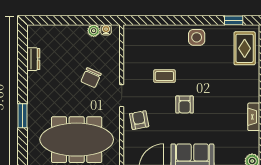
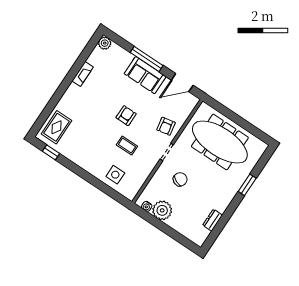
plant: (94, 31) -> (162, 210), width x1.88, depth x1.88
side table: (197, 37) -> (115, 175), moved

